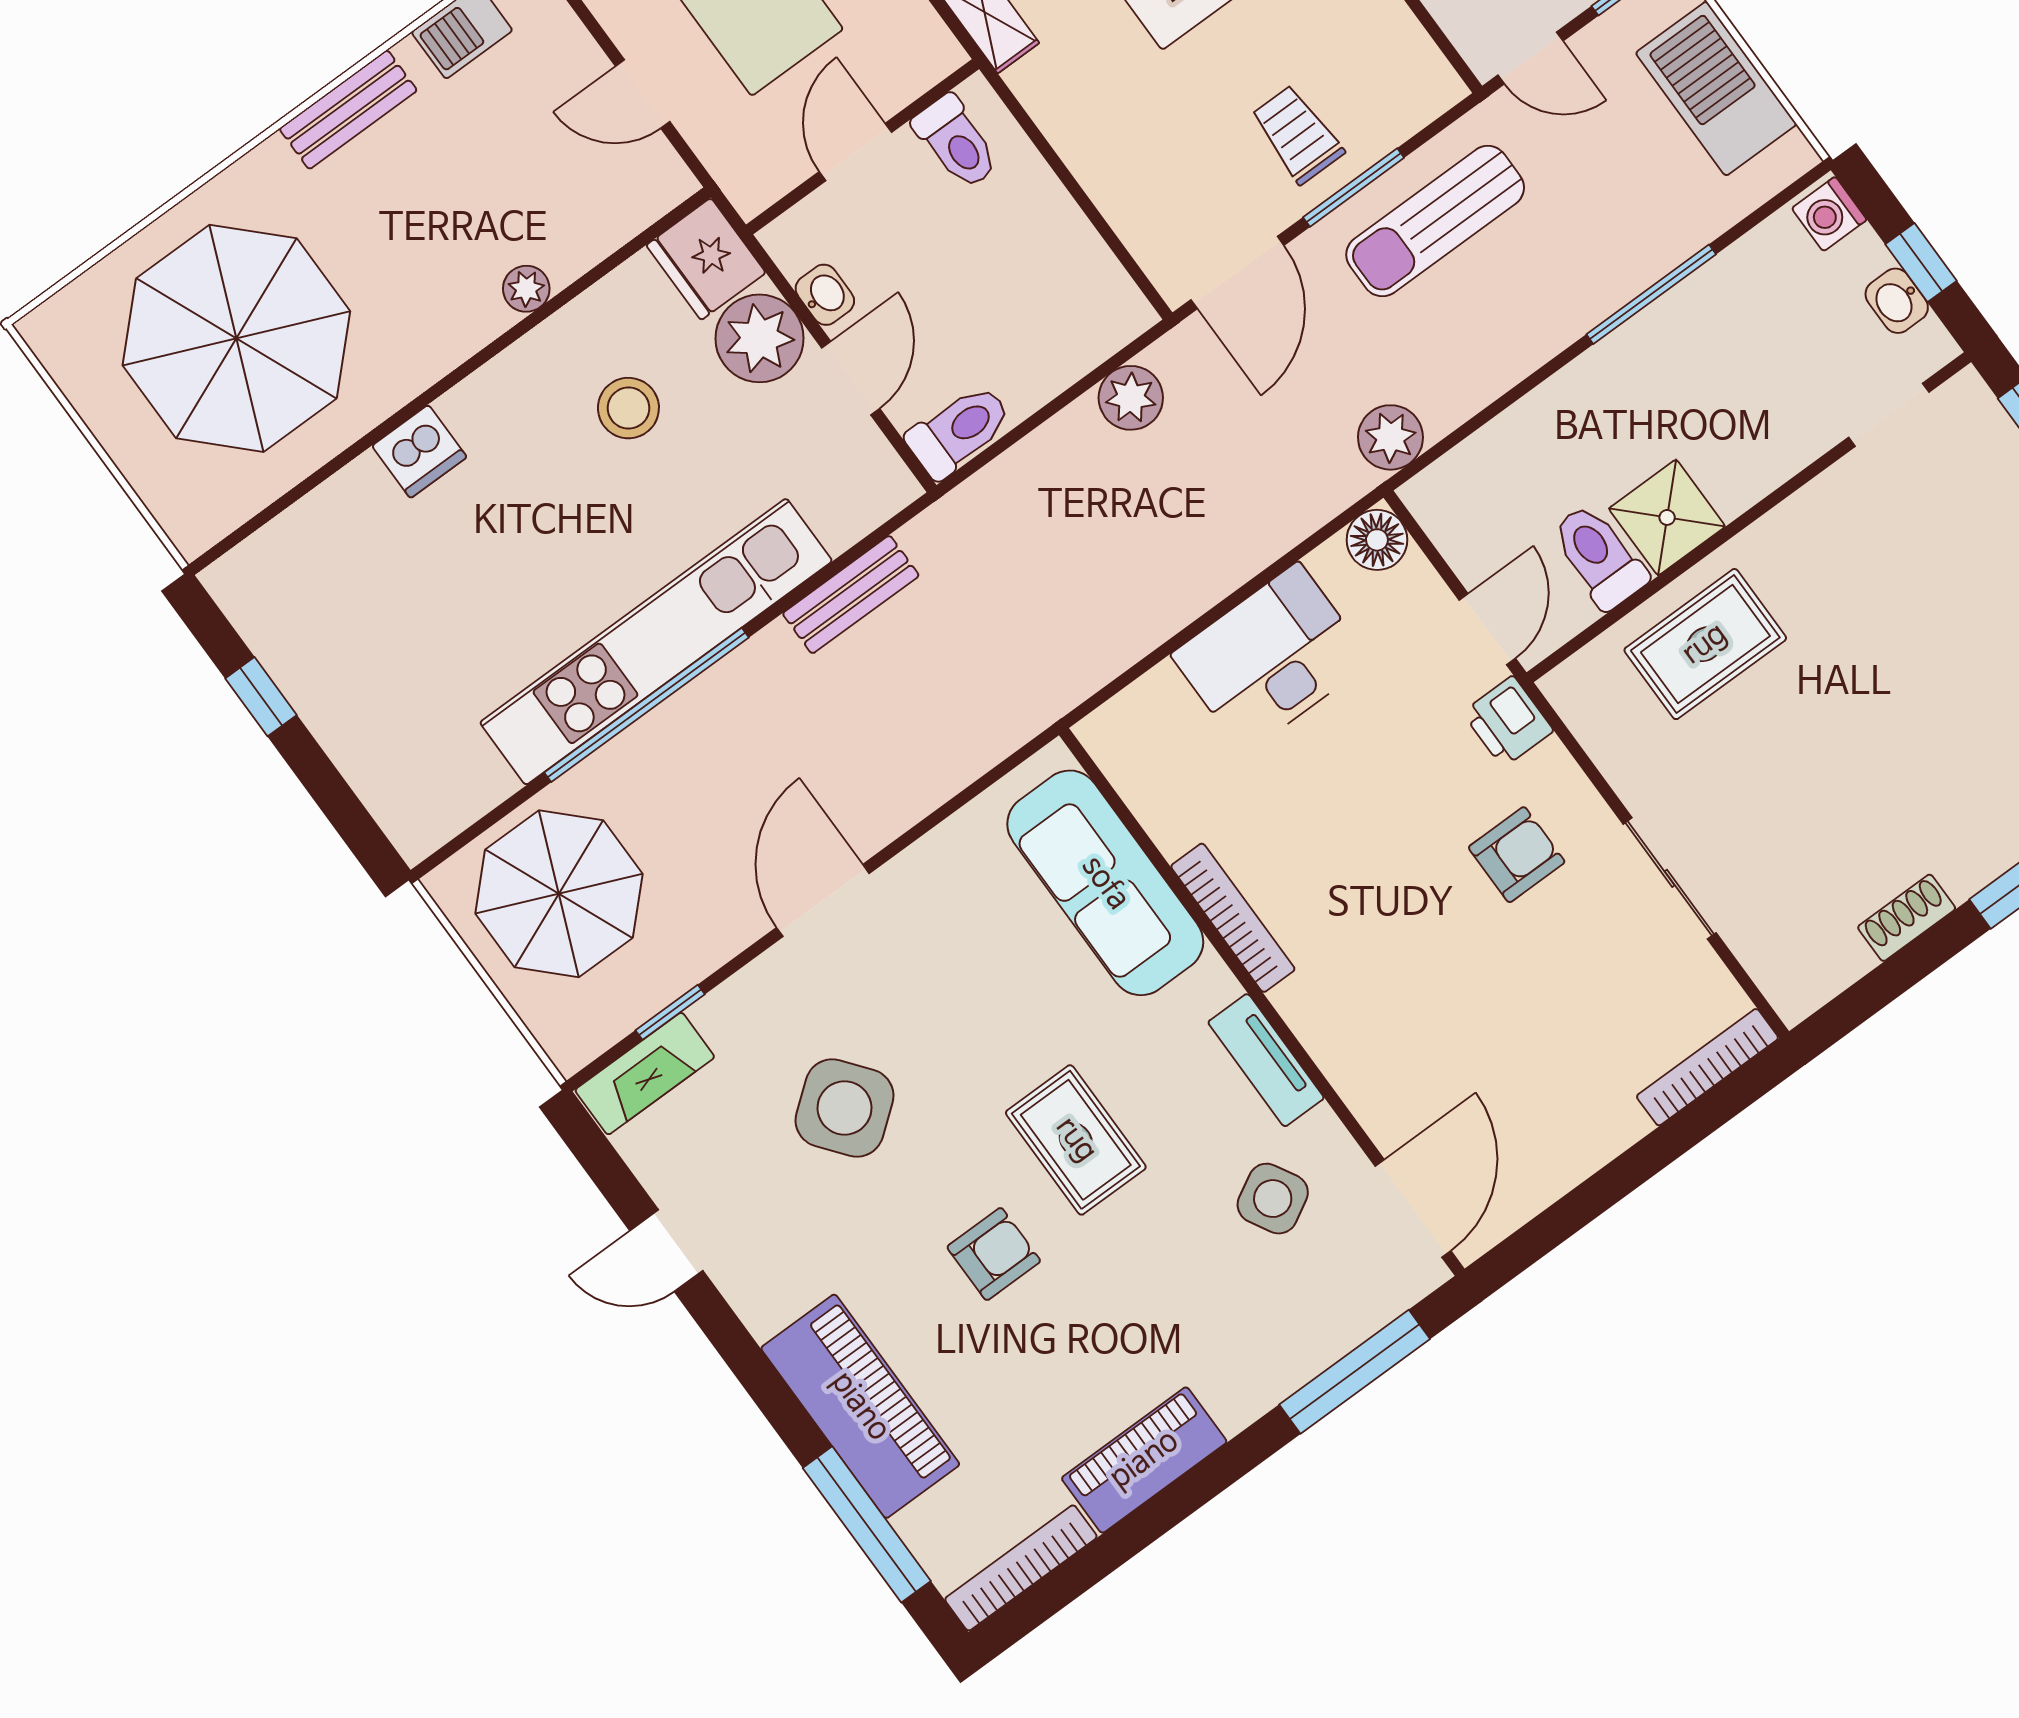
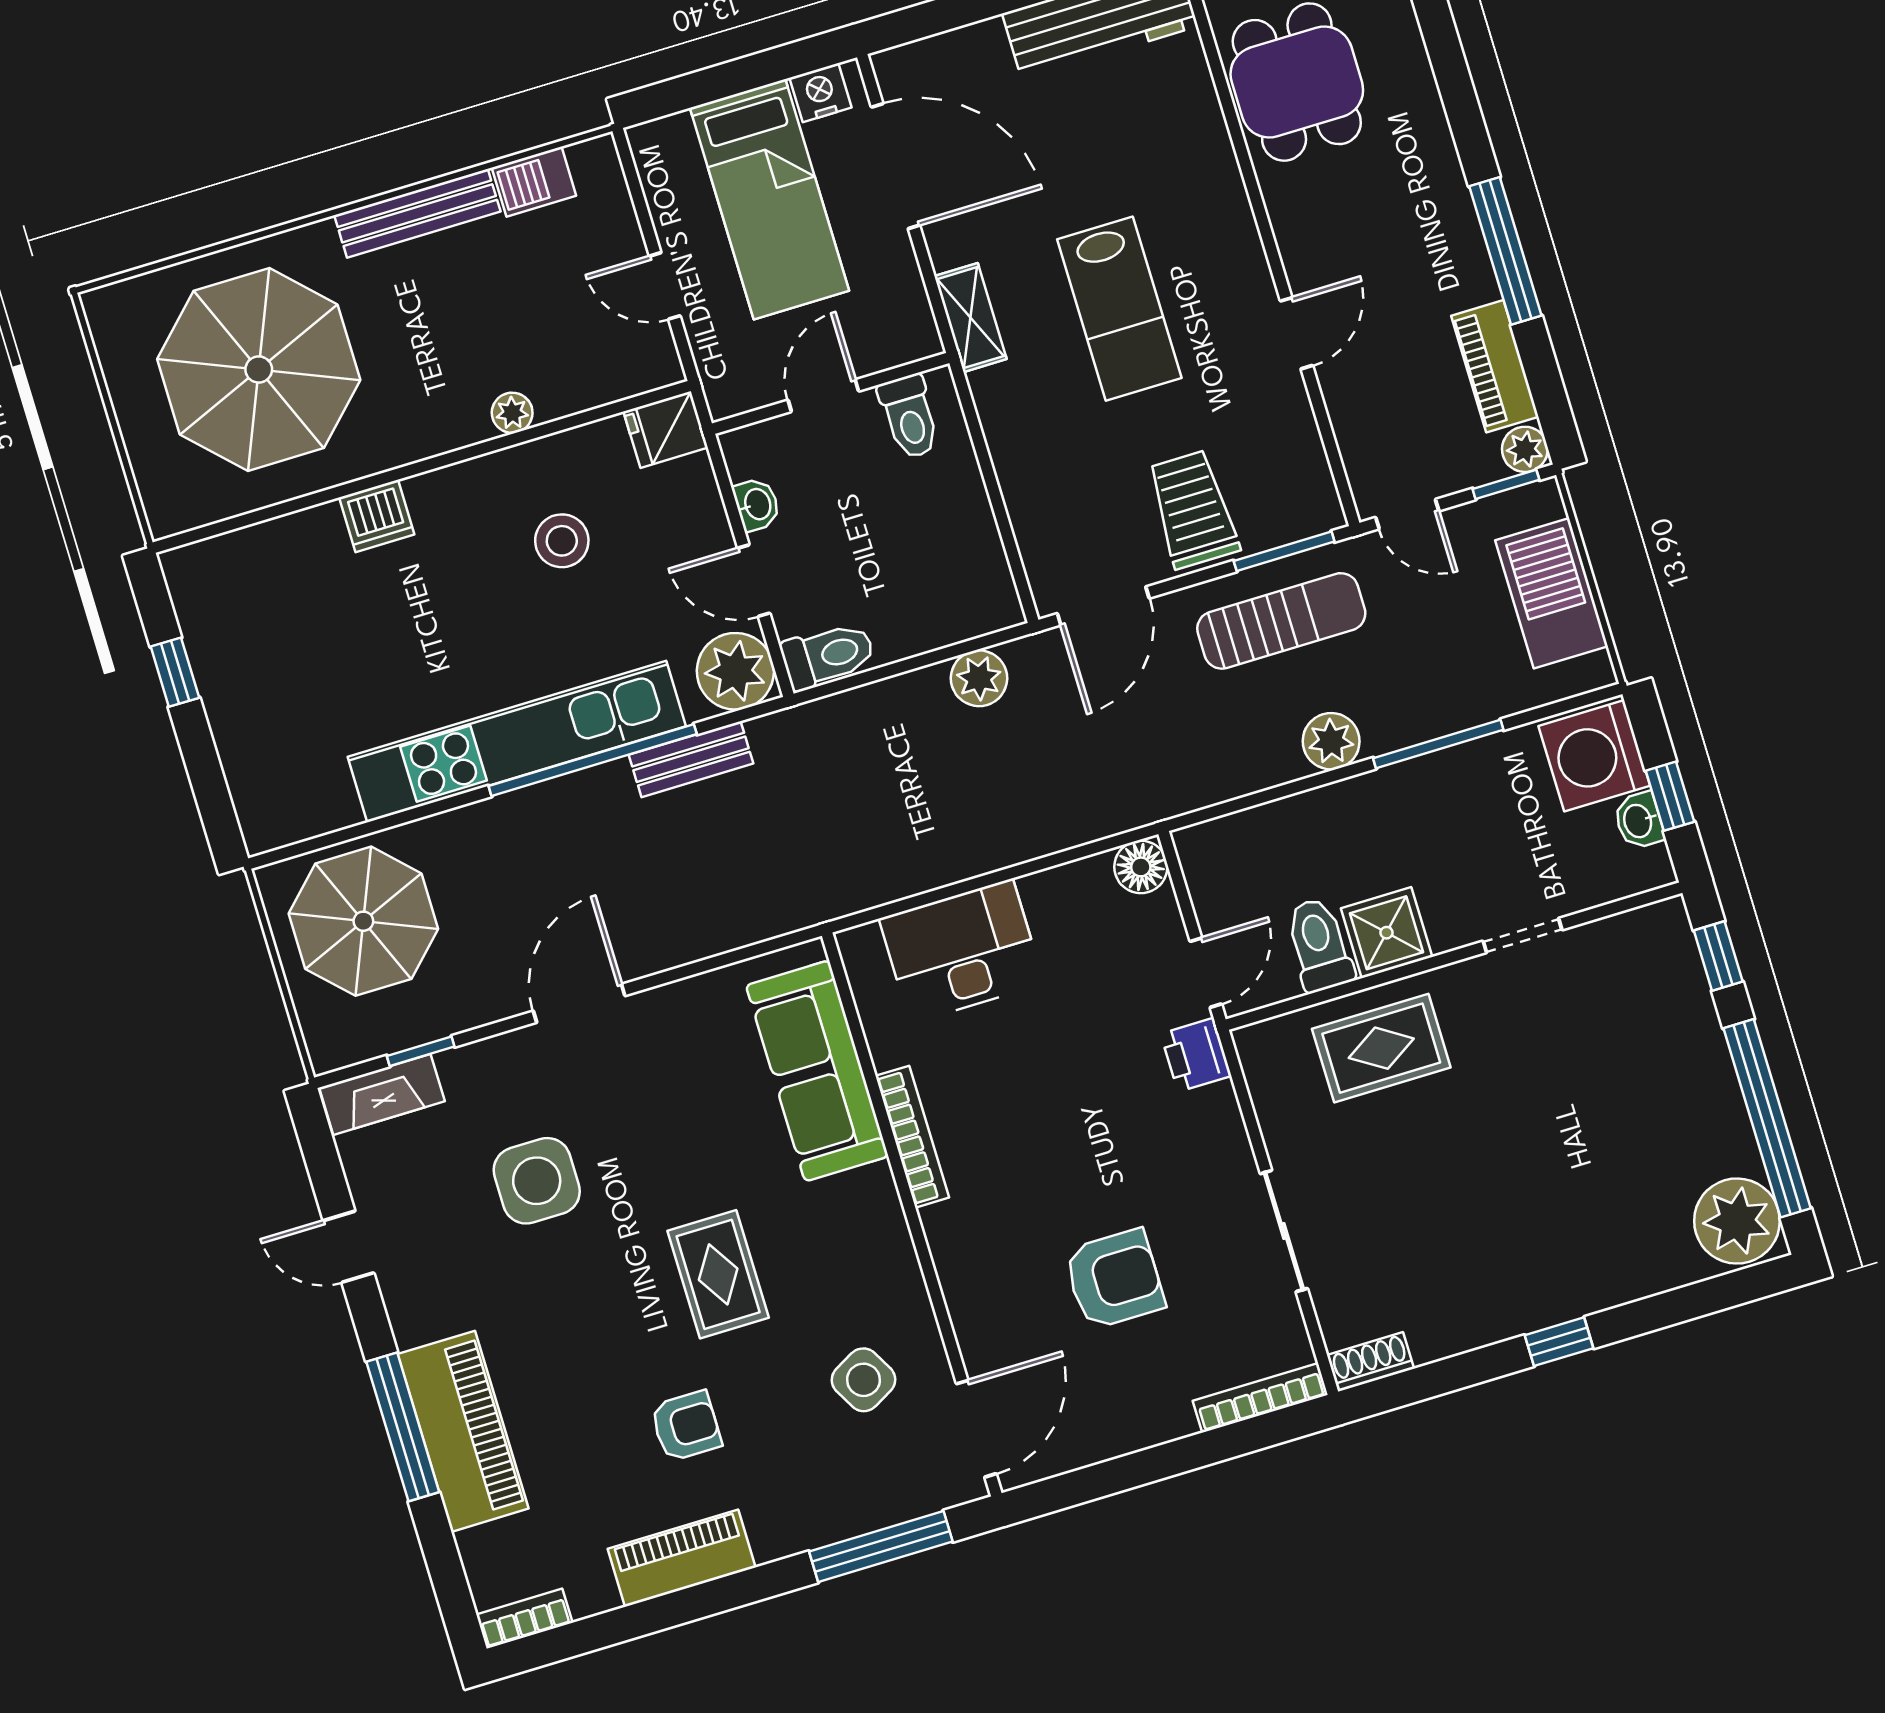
bench: (348, 110) -> (417, 213), width x1.36
trolley: (1297, 134) -> (1193, 509), width x1.36, depth x1.39
window: (1354, 187) -> (1284, 551), moved
washing machine: (1829, 214) -> (1594, 756), width x1.89, depth x1.89
sun lounger: (1435, 221) -> (1281, 621), turned 180
fridge: (706, 259) -> (666, 430), width x0.72
plant: (760, 338) -> (735, 671), moved
door: (851, 378) -> (754, 581), swing flipped
doorway: (1889, 415) -> (1523, 936), moved
plant: (1390, 437) -> (1331, 741), moved
desk: (1271, 658) -> (961, 951), moved
window: (647, 705) -> (593, 760), moved
armchair: (1517, 855) -> (1114, 1279), moved, width x1.38, depth x1.38
shoe rack: (1907, 918) -> (1370, 1362), moved
tv unit: (1266, 1060) -> (898, 1264), removed
side table: (844, 1108) -> (537, 1181), turned 38
armchair: (994, 1254) -> (686, 1426), moved
window: (867, 1524) -> (403, 1427), moved
bookcase: (1021, 1568) -> (524, 1619), width x0.64

